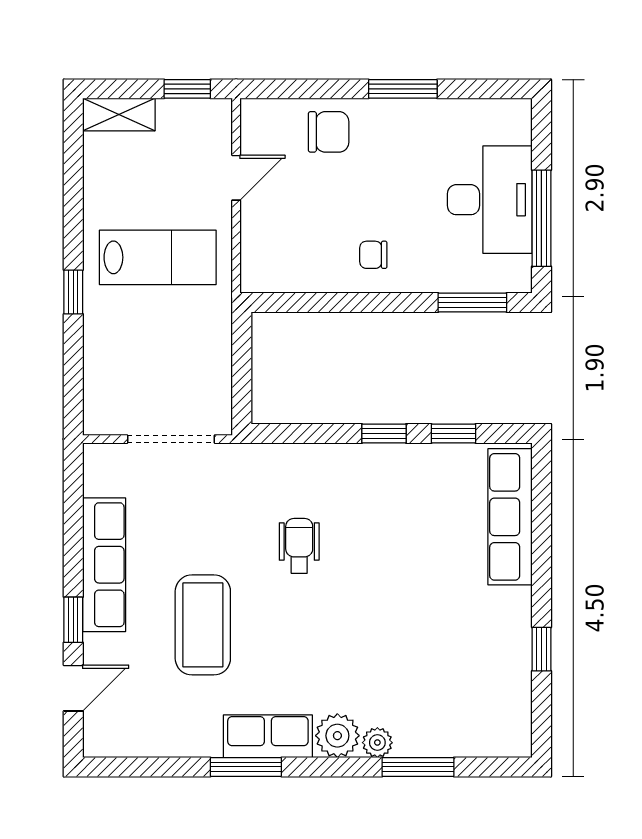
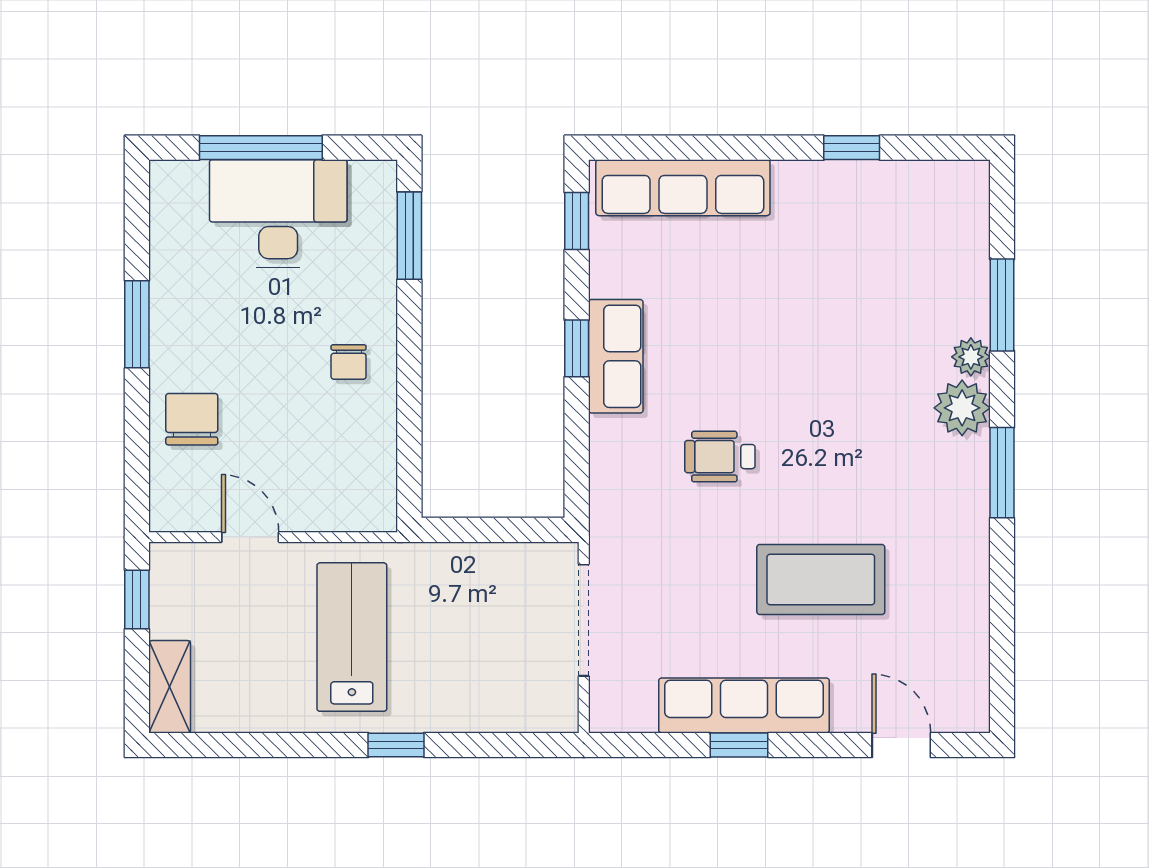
window: (541, 218) -> (261, 148), moved
window: (454, 434) -> (577, 221), moved
window: (73, 620) -> (739, 745), moved
row of seats: (268, 736) -> (616, 356), moved, turned 180
window: (246, 767) -> (1002, 473), moved

